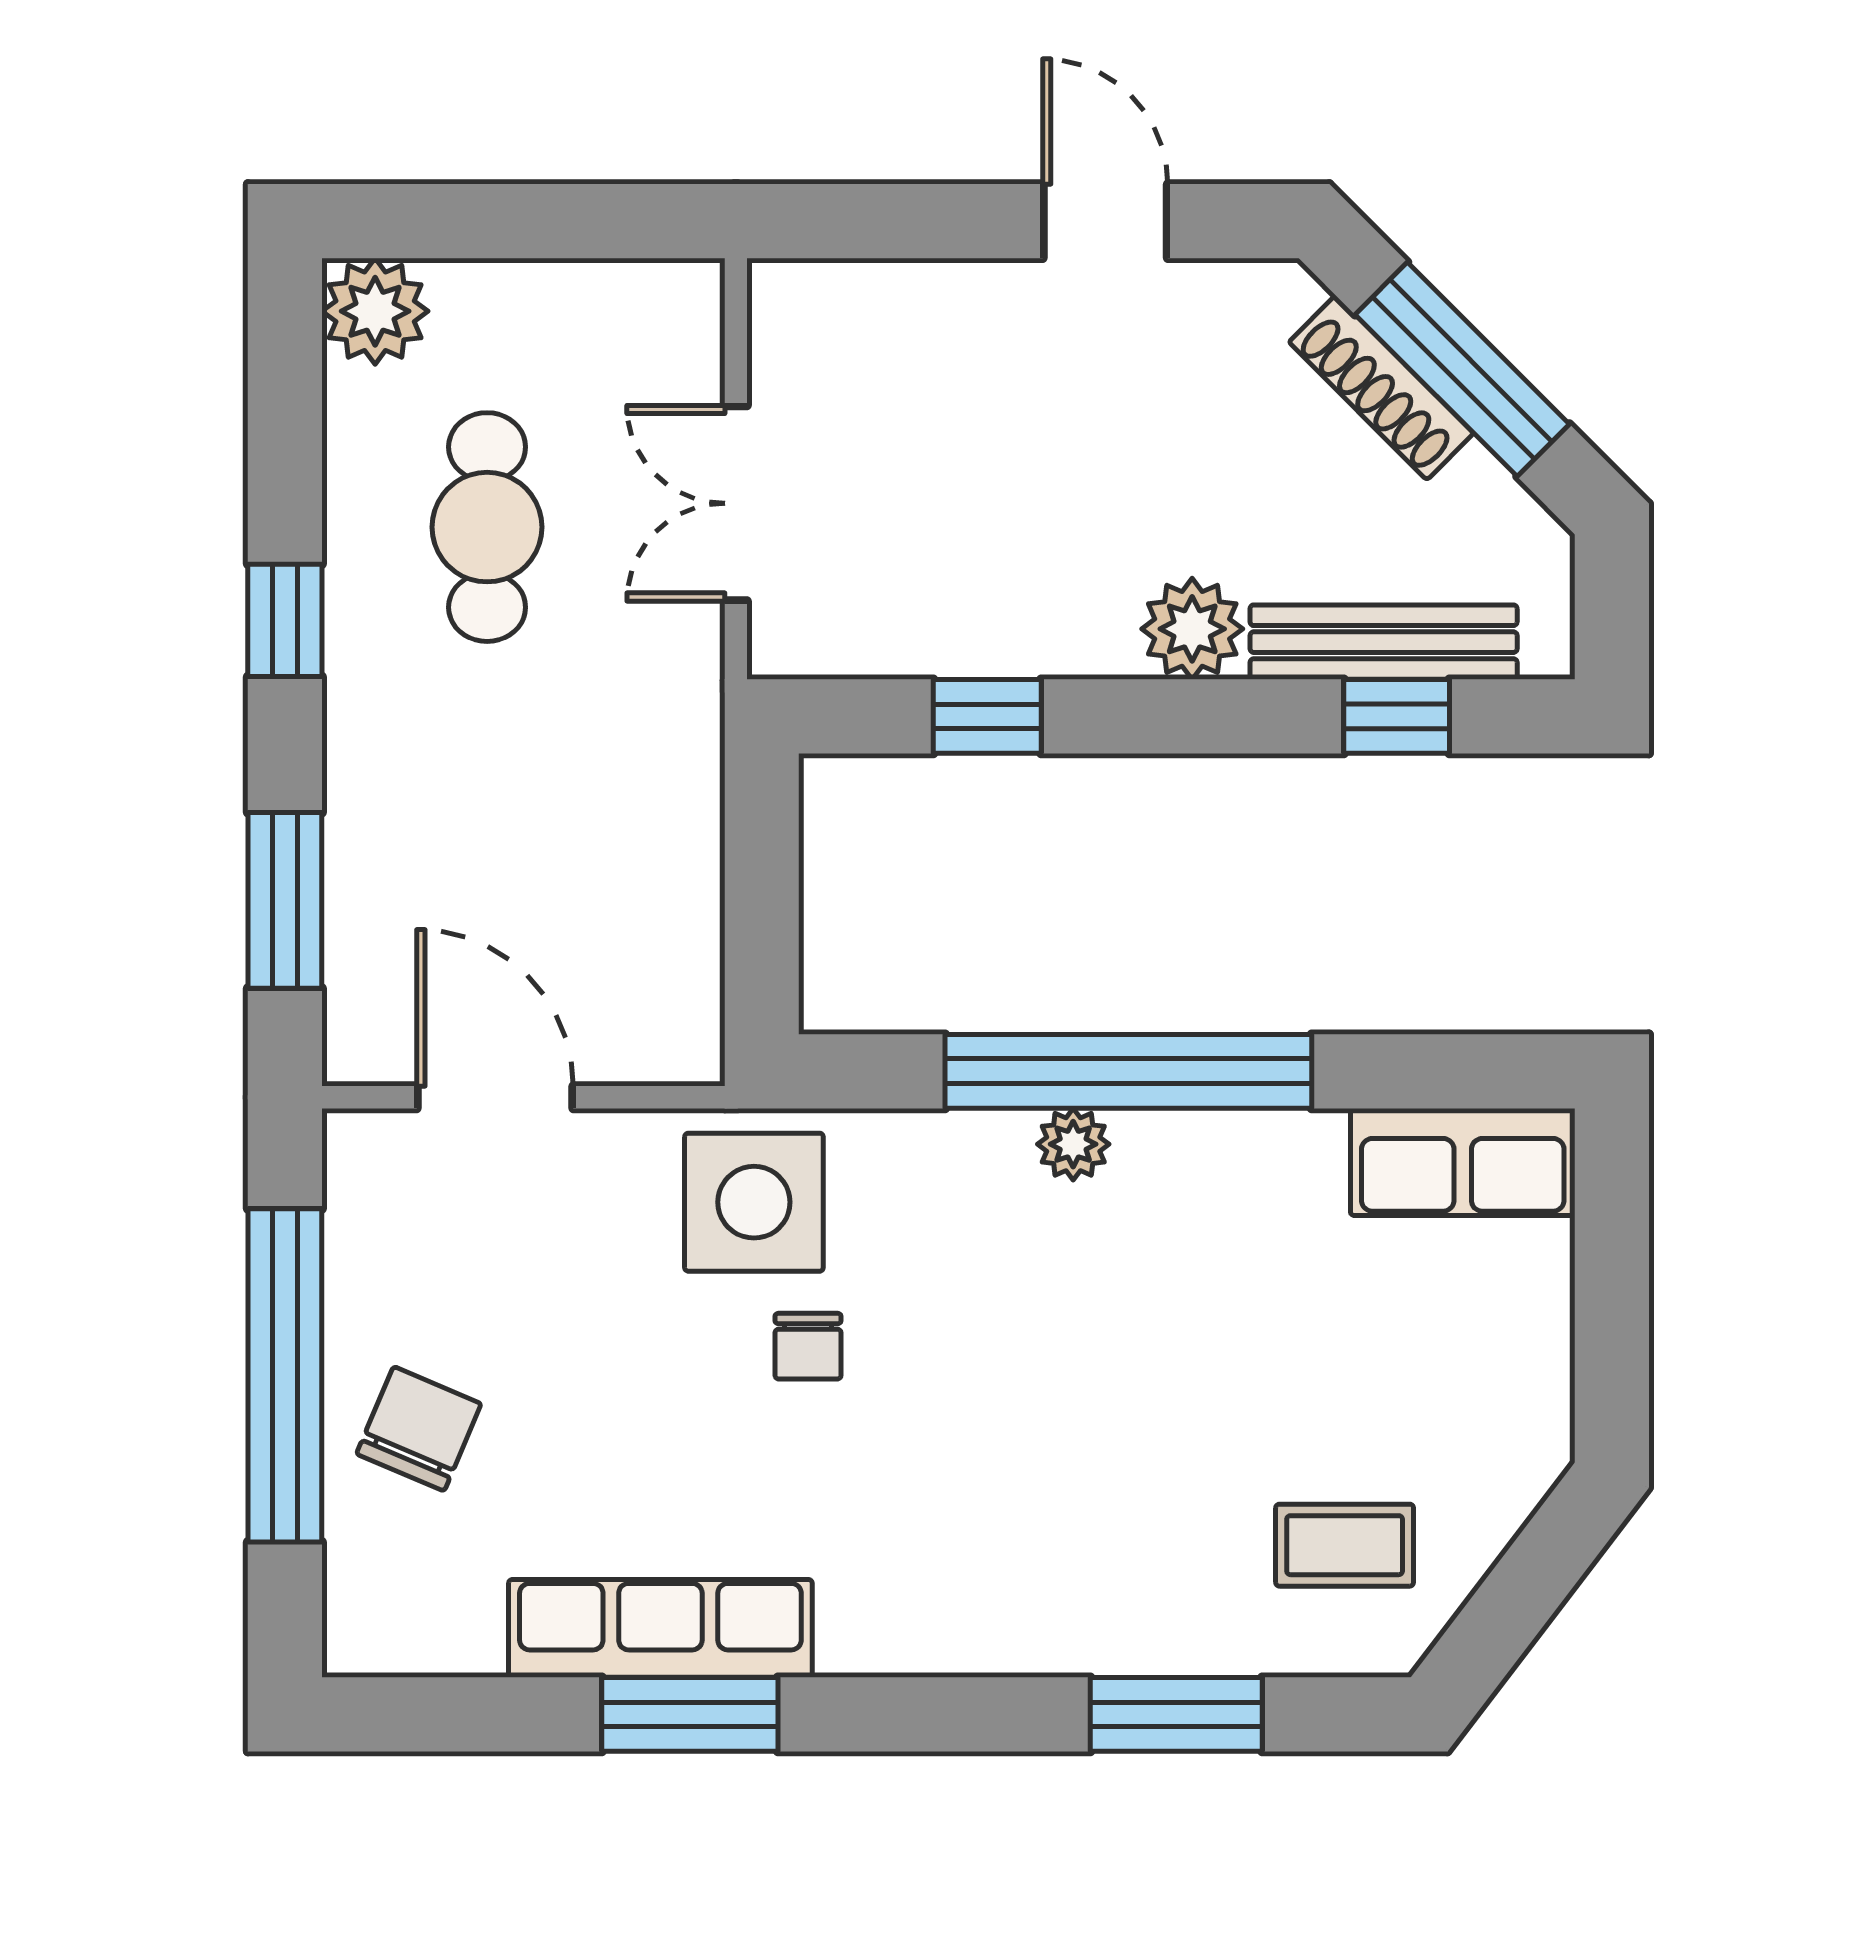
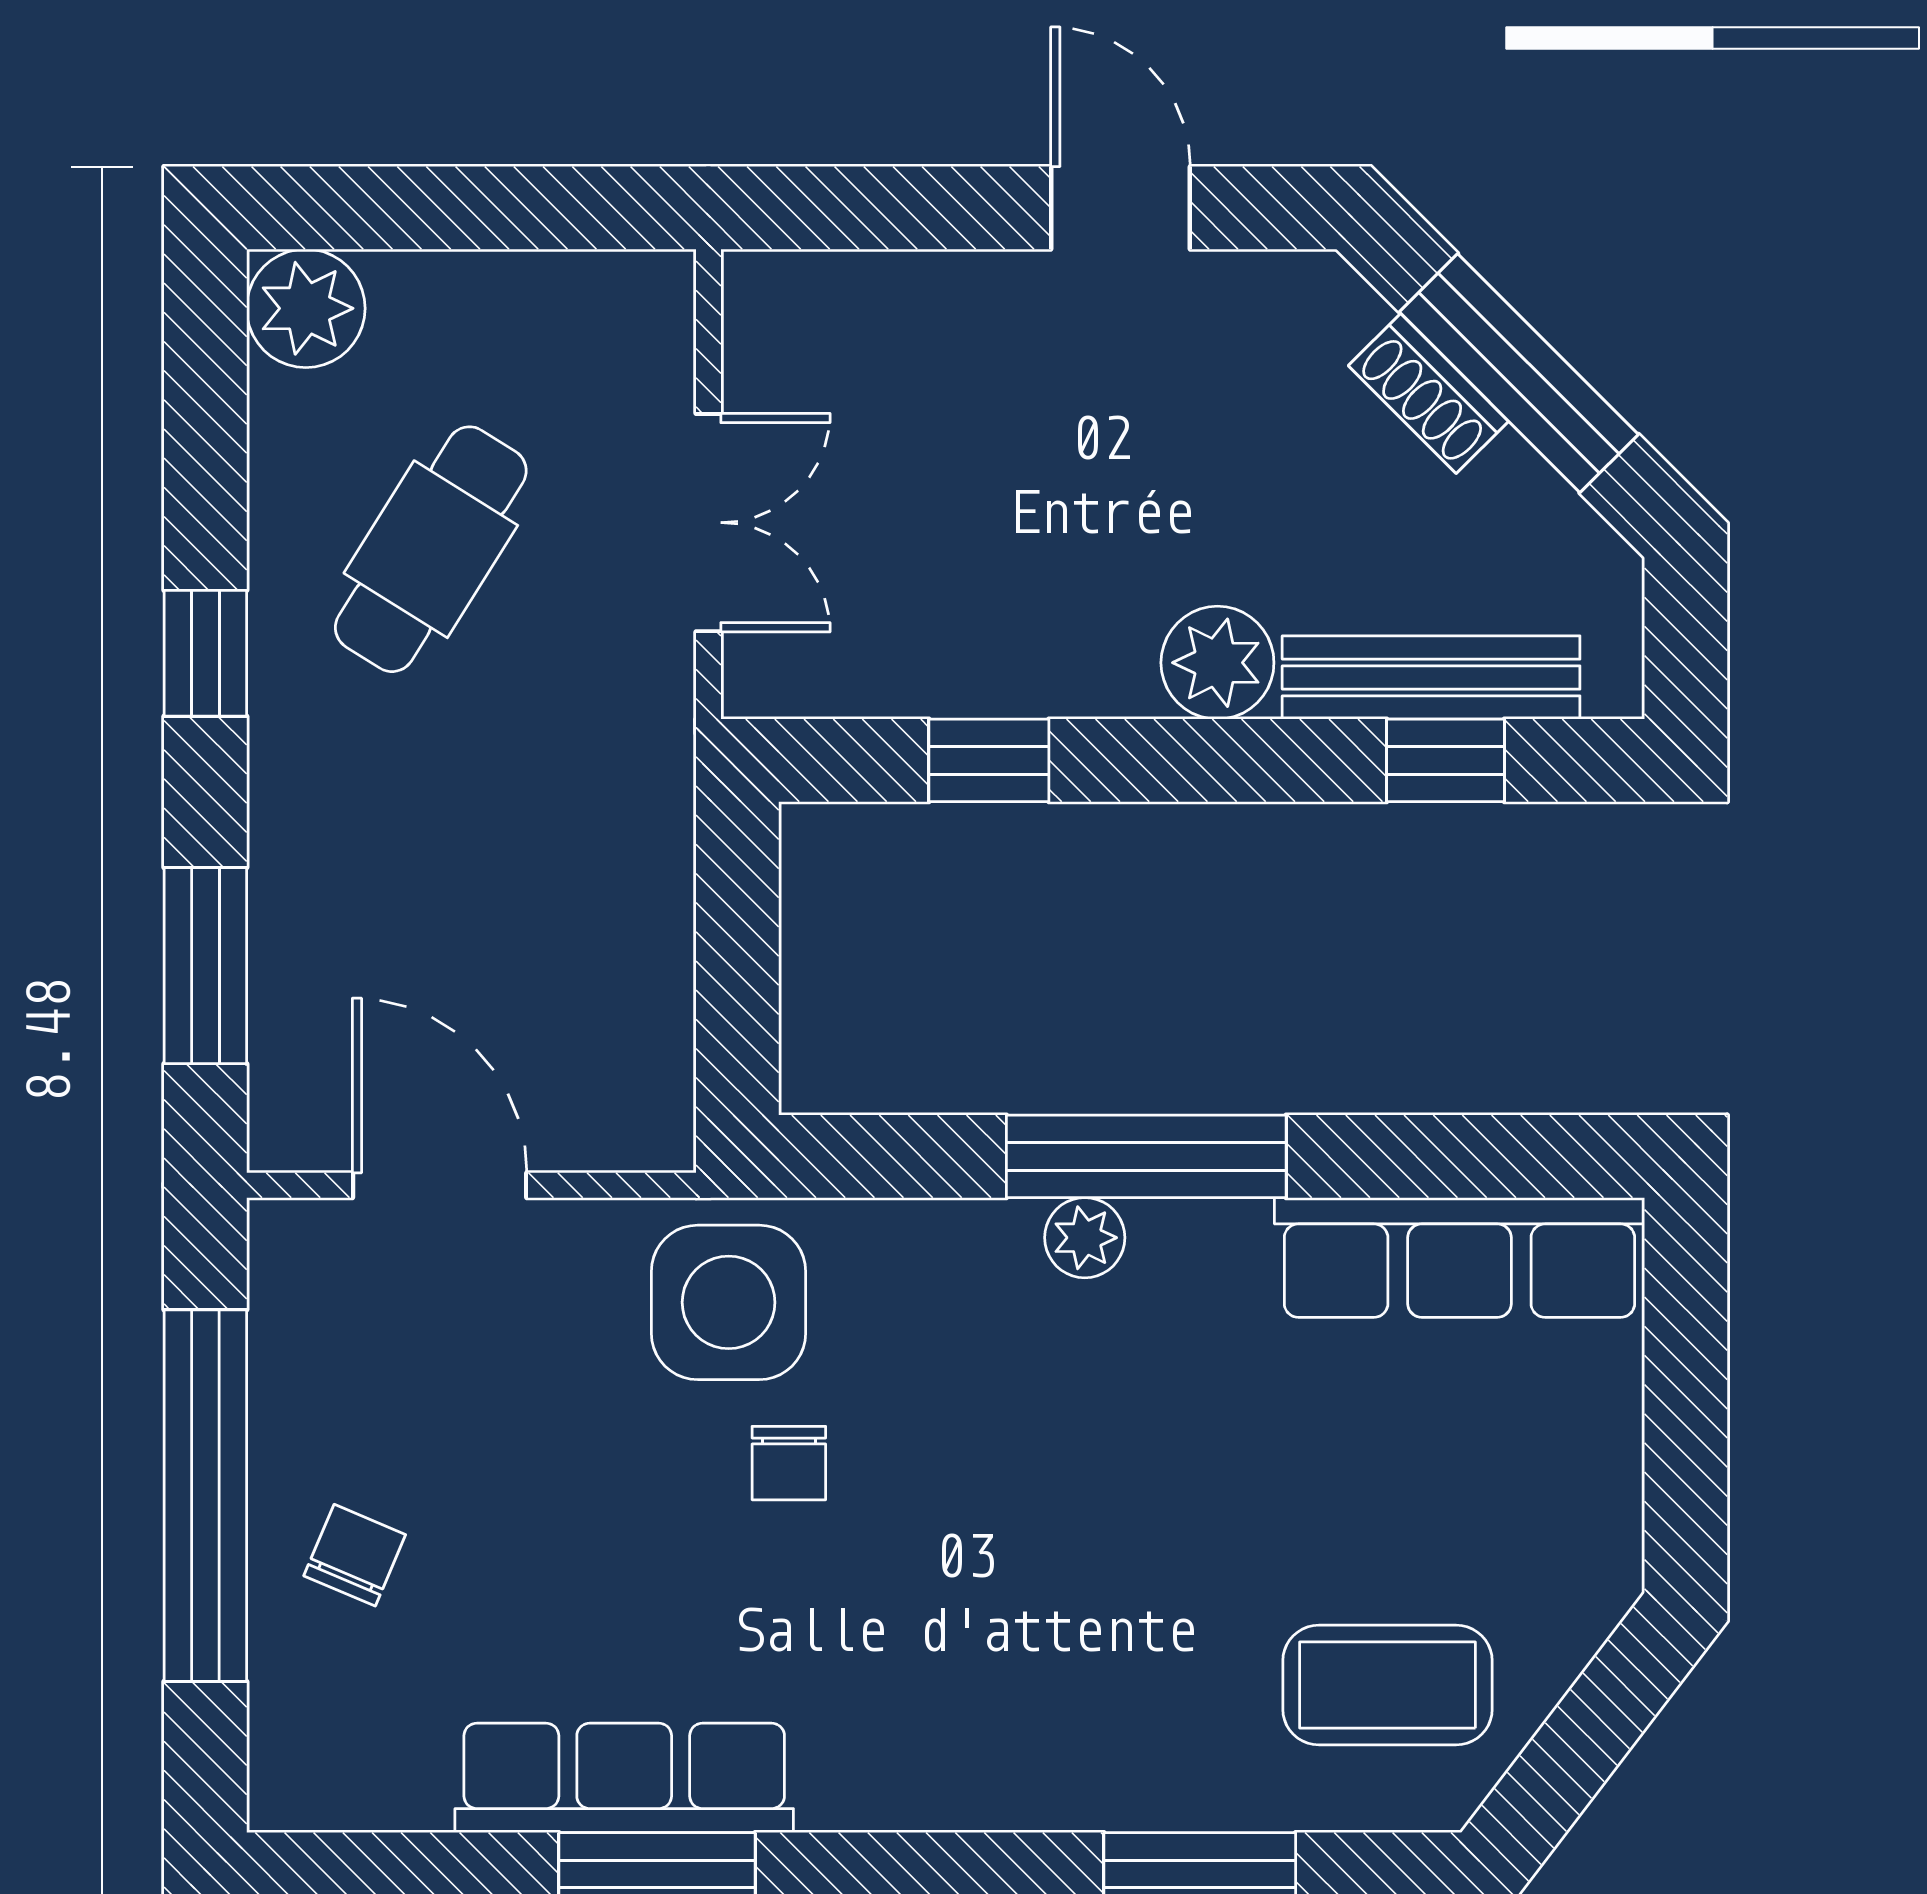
shoe rack: (1381, 388) -> (1428, 393), width x0.70
double door: (736, 503) -> (708, 523), swing flipped
cafe table: (487, 527) -> (431, 549), turned 32
window: (1128, 1071) -> (1146, 1156), width x0.68
row of seats: (1463, 1162) -> (1459, 1257), width x1.48
chair: (419, 1429) -> (355, 1555), width x0.73, depth x0.73
coffee table: (1345, 1545) -> (1388, 1685), width x1.36, depth x1.30

